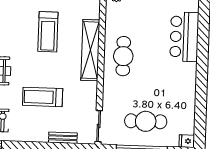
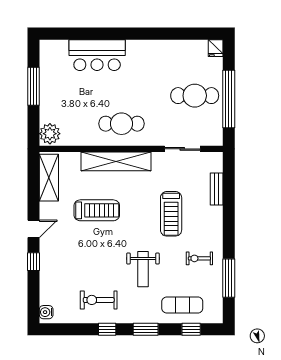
cafe table: (146, 121) -> (195, 96), turned 90
sliding door: (99, 126) -> (182, 149), moved

